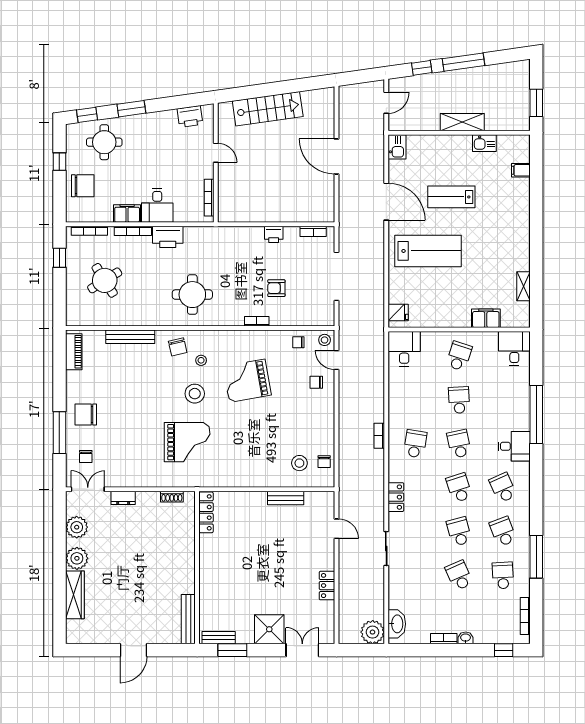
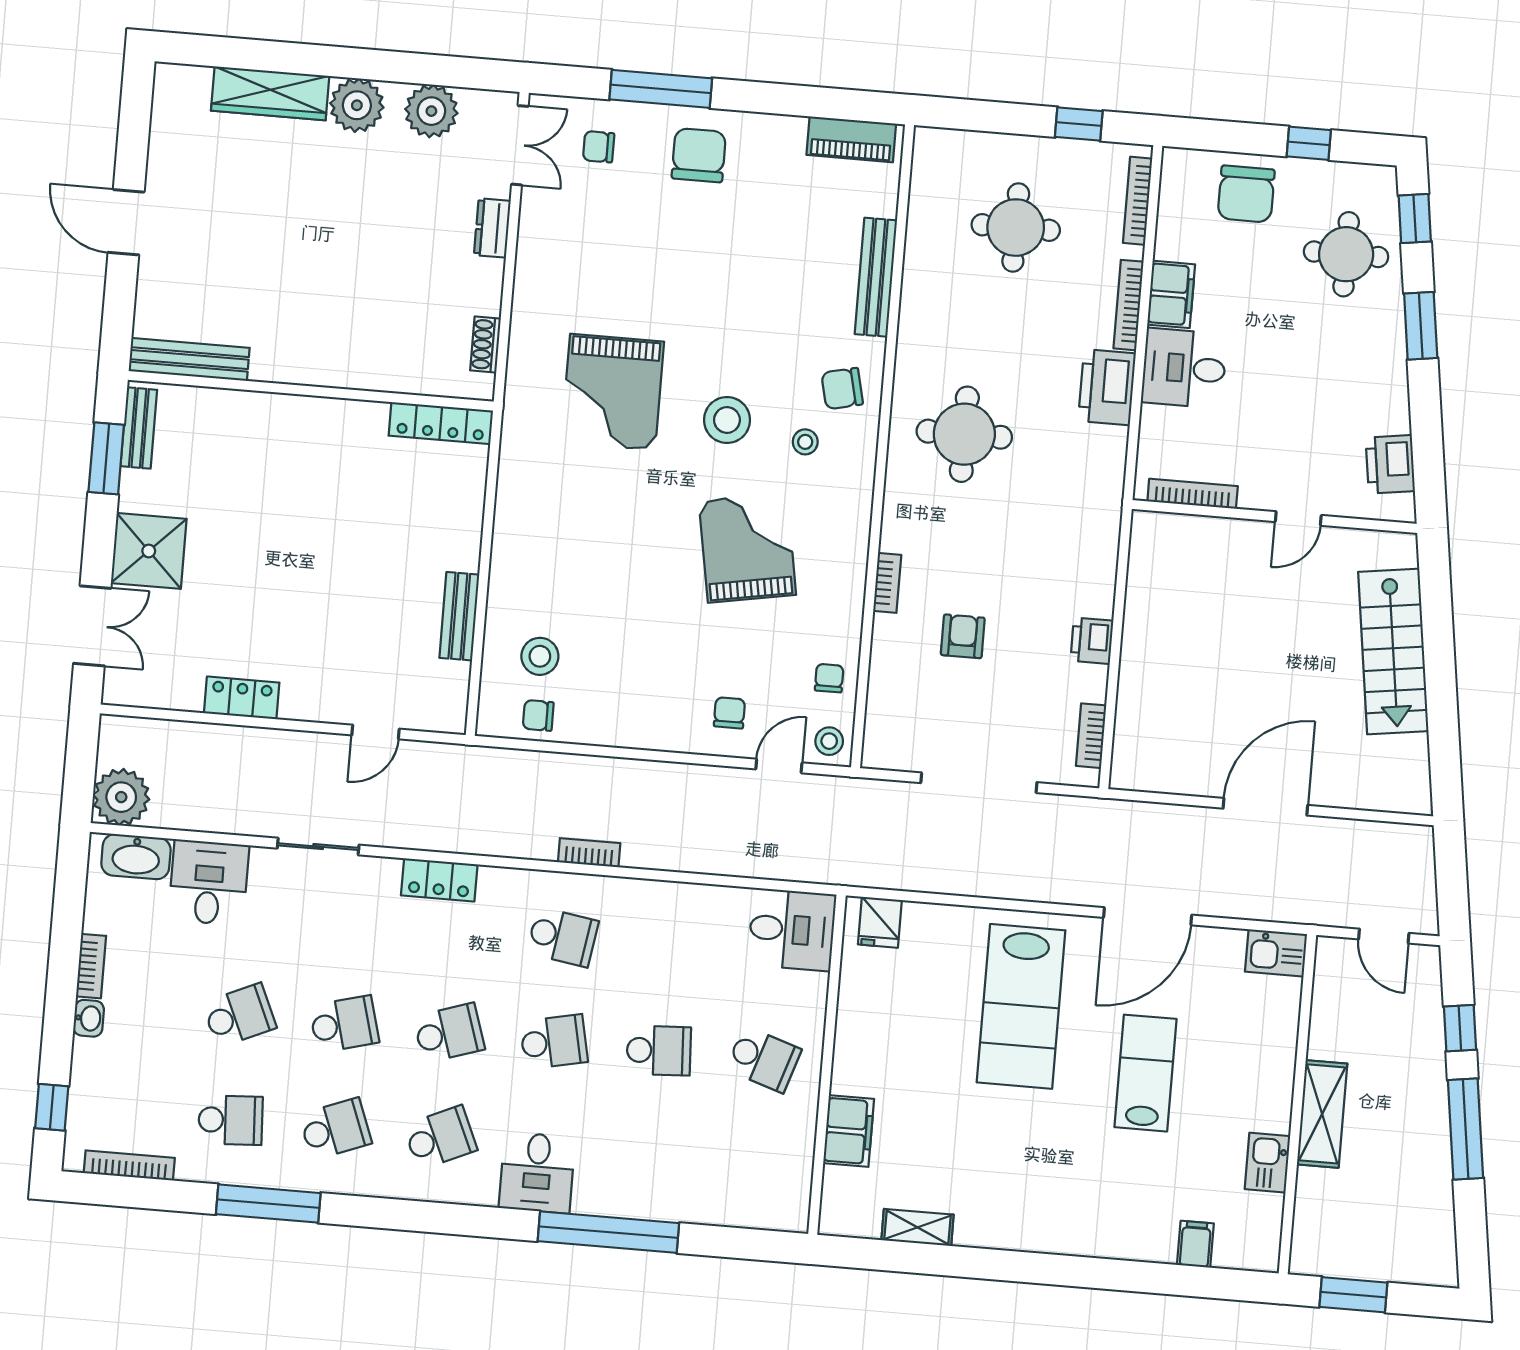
round table: (105, 280) -> (1016, 228), turned 32
desk: (514, 348) -> (209, 883), moved, turned -90

